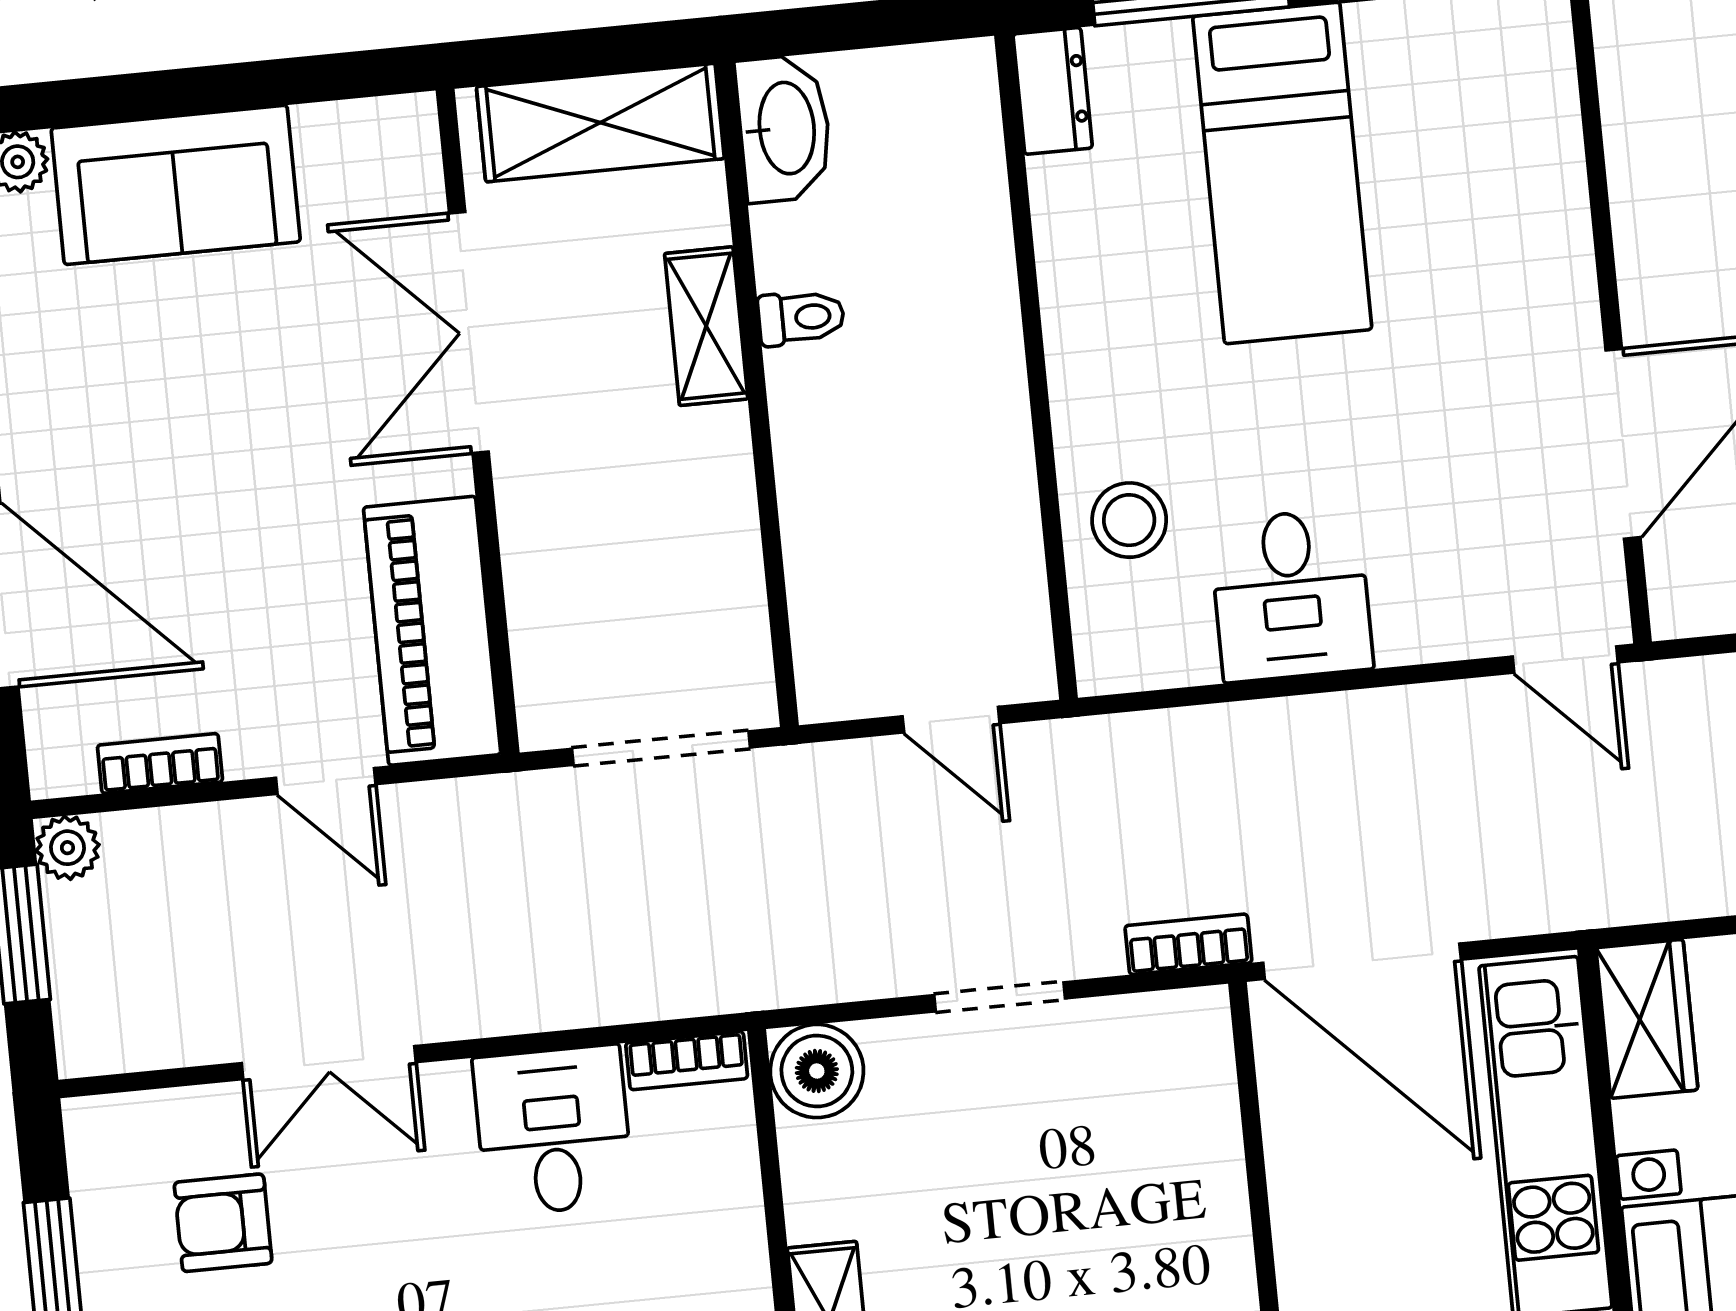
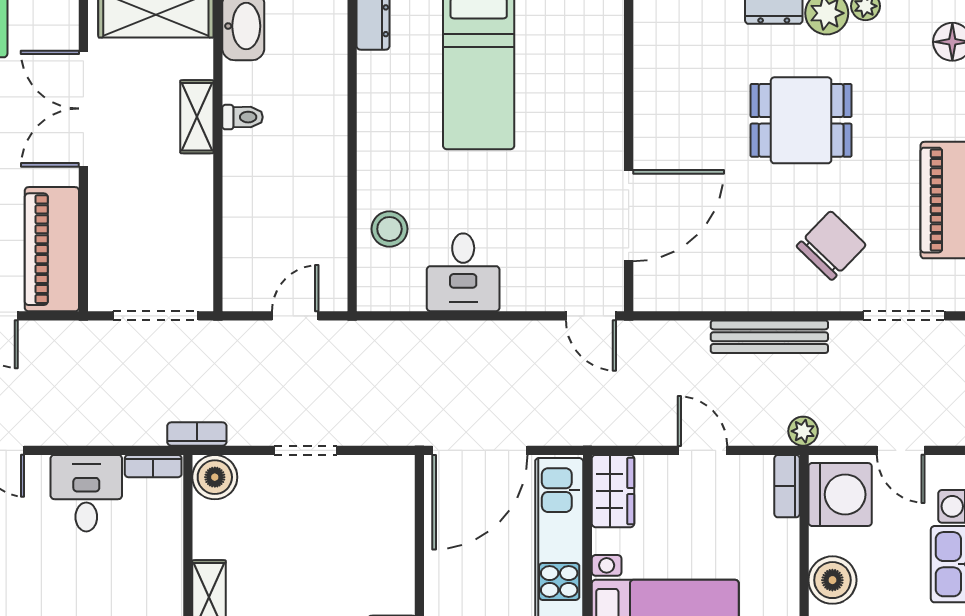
door: (951, 720) -> (295, 316), swing flipped
bookcase: (1188, 944) -> (197, 434), moved
door: (1362, 961) -> (480, 450), hinge flipped

